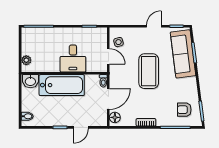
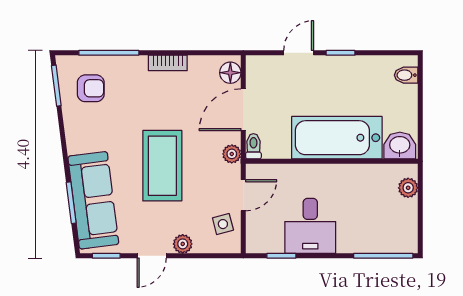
plant: (139, 32) -> (183, 244), added
door: (108, 56) -> (243, 195), swing flipped
desk: (73, 58) -> (310, 226), moved, turned 180
plant: (114, 77) -> (232, 154), added

